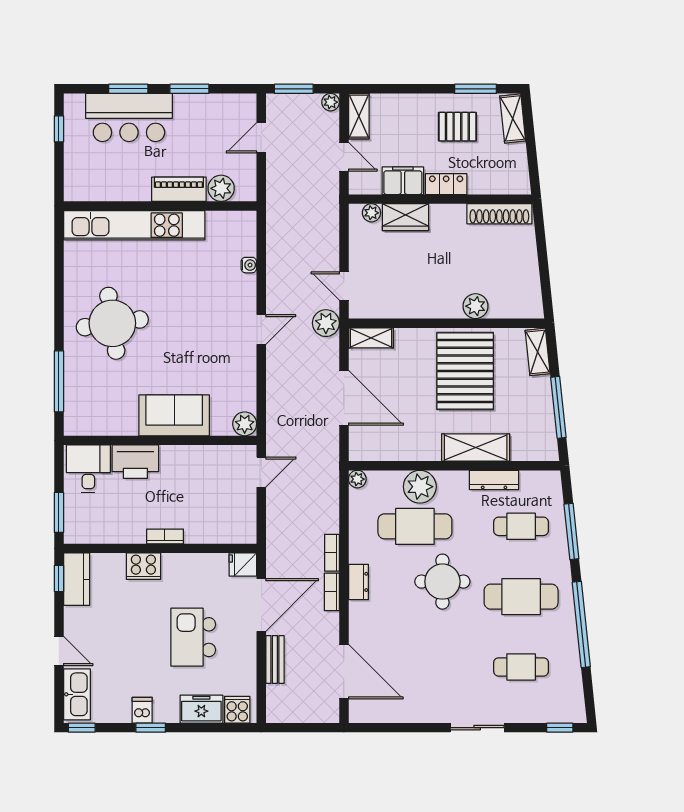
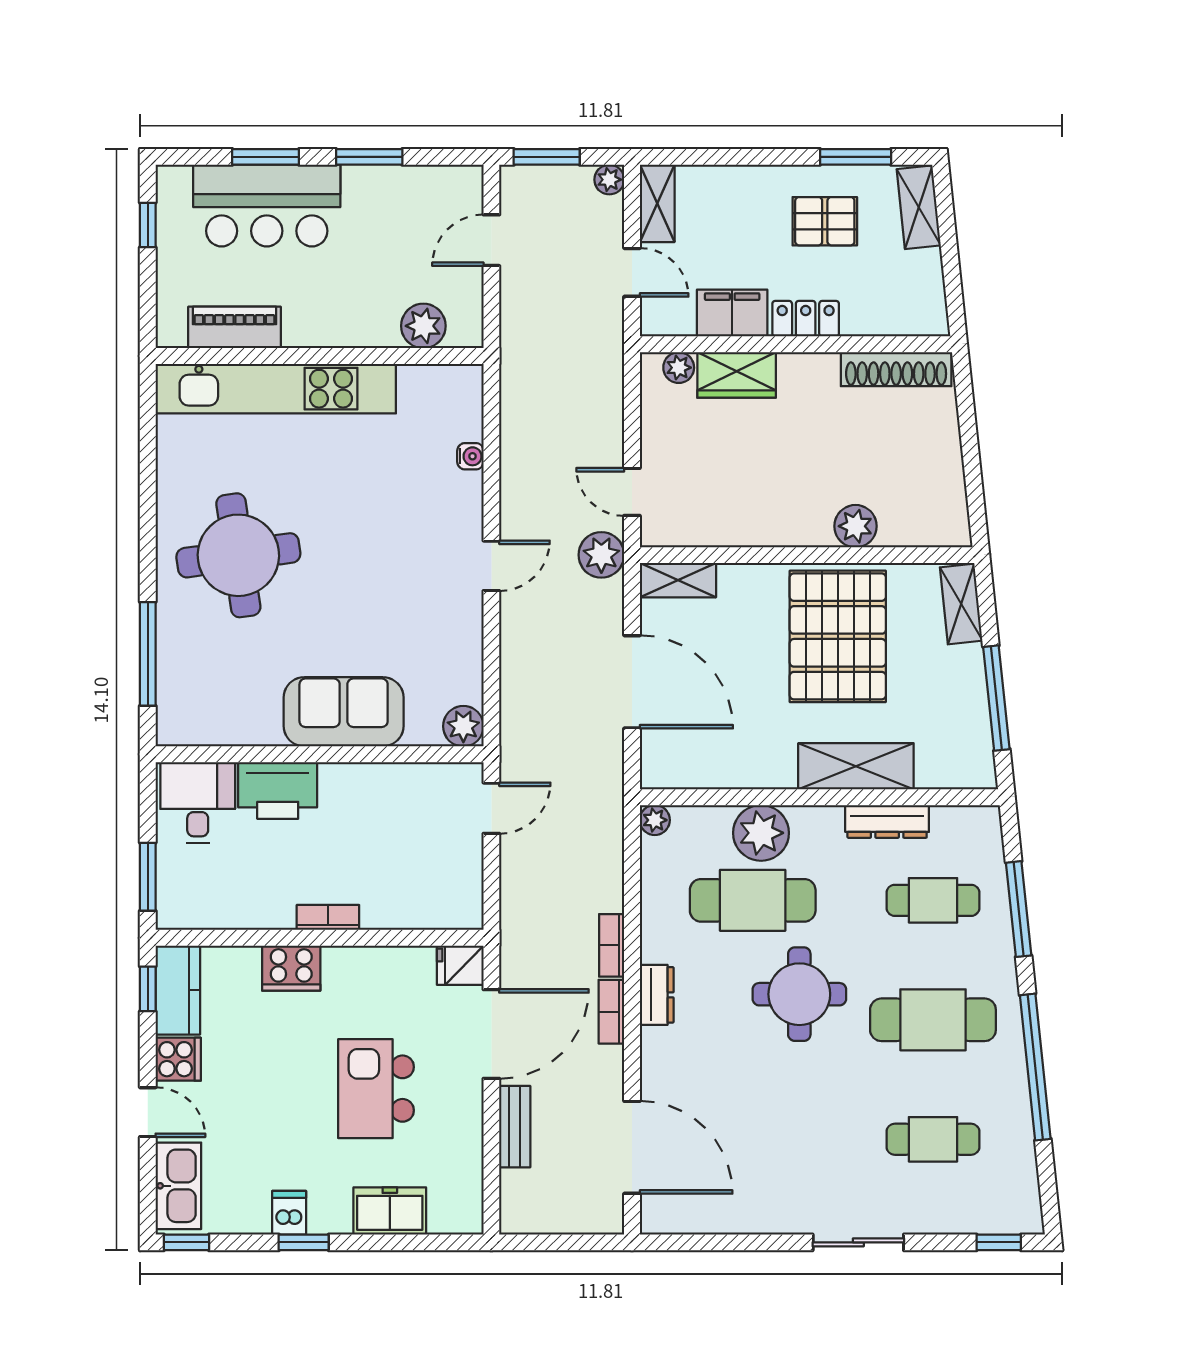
piano: (179, 189) -> (234, 327), moved
cooker: (237, 710) -> (178, 1059), moved, turned 90

